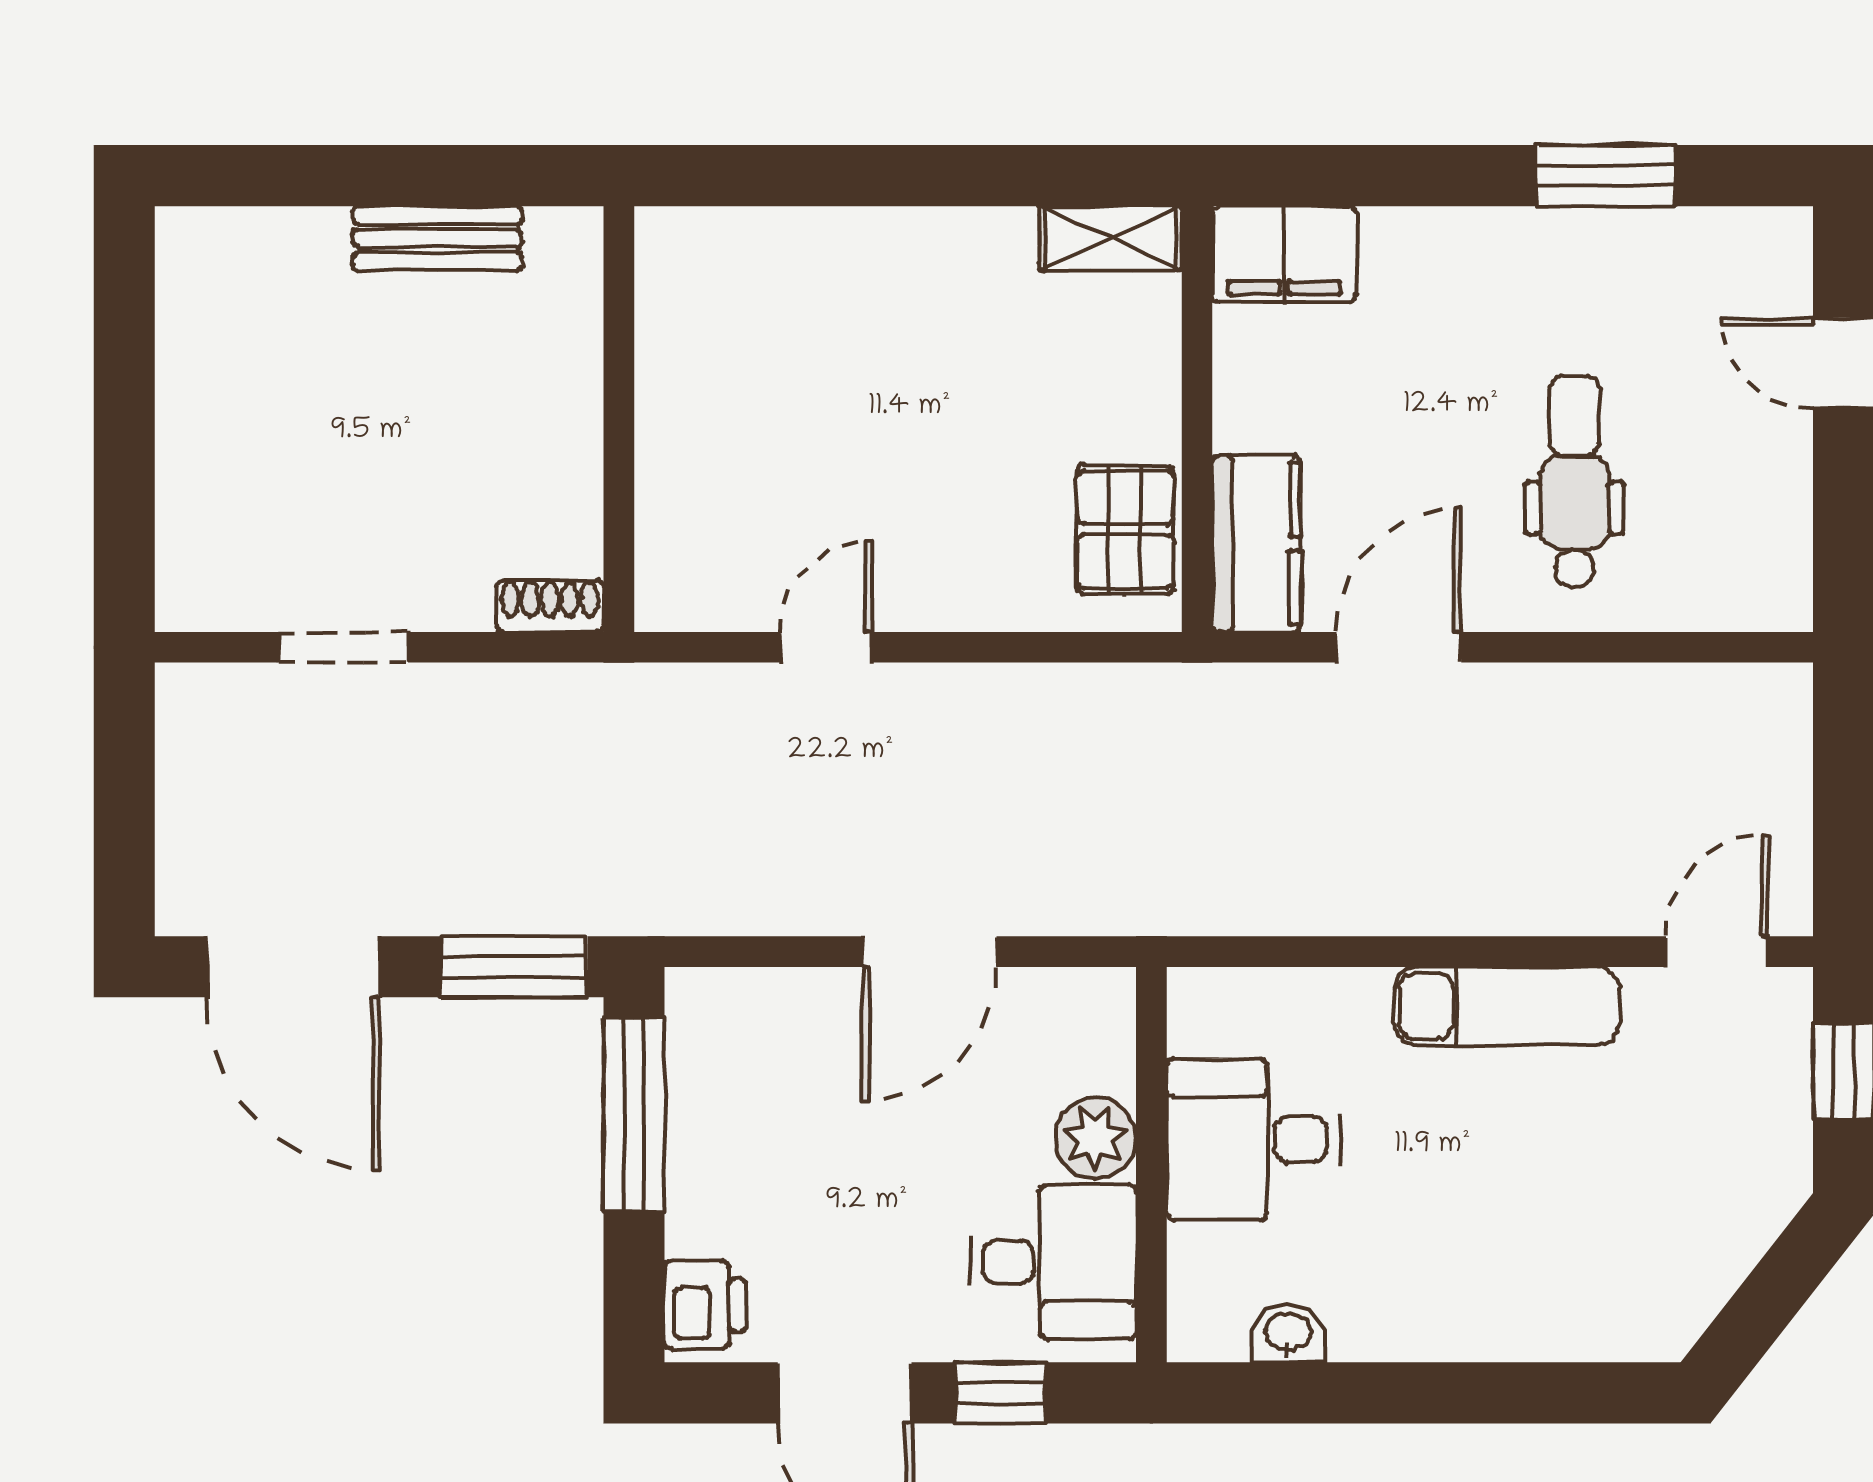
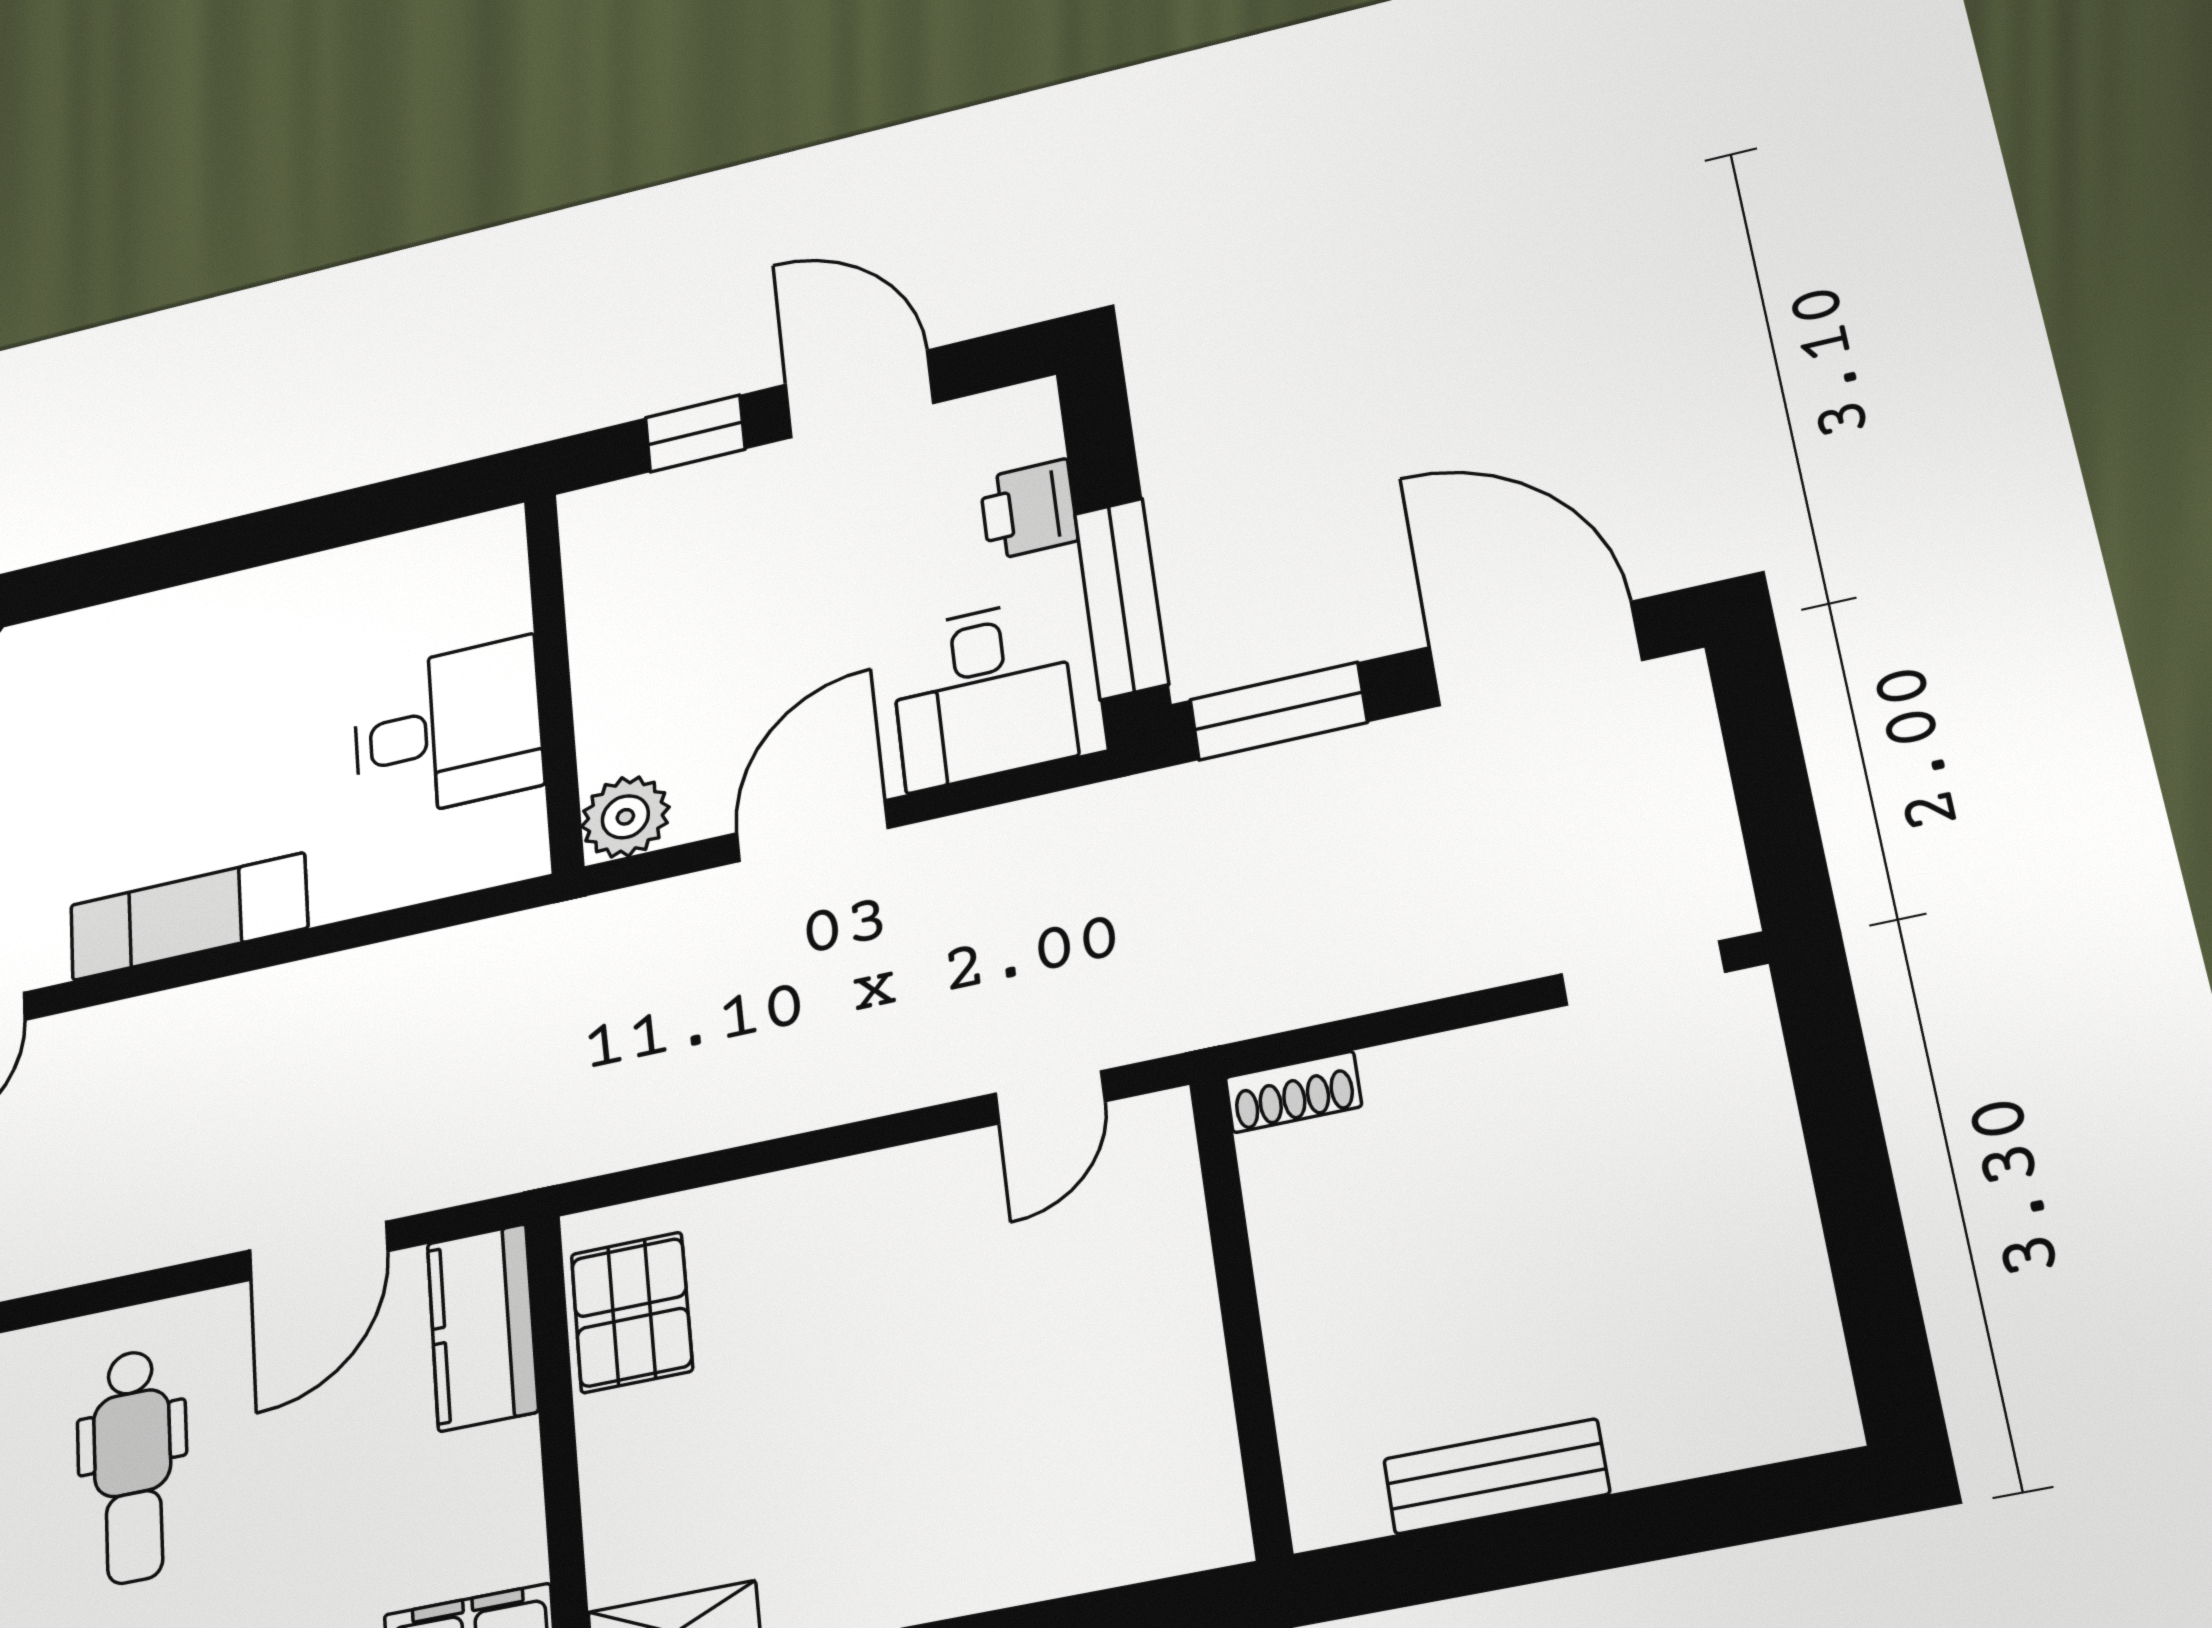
doorway: (343, 647) -> (1643, 973), moved
door: (826, 647) -> (1050, 1097), moved
plant: (1095, 1138) -> (625, 817), moved
desk: (1053, 1262) -> (983, 694), moved, turned -90
printer: (705, 1305) -> (1029, 510), moved
washbasin: (1288, 1333) -> (401, 559), removed

